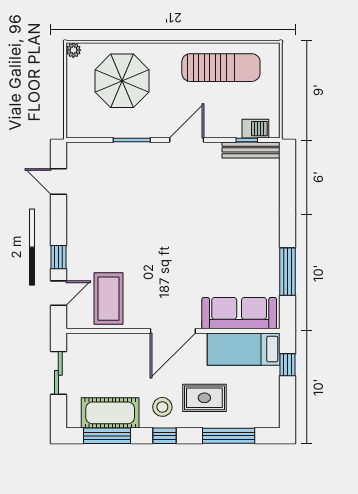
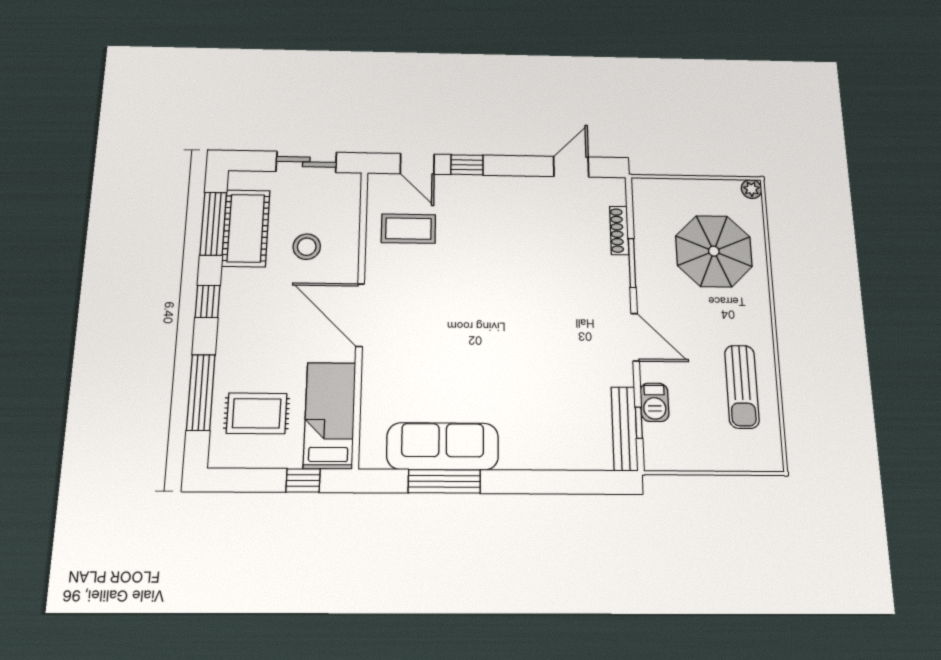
sun lounger: (221, 68) -> (742, 387), width x0.73, depth x0.75
barbecue: (255, 129) -> (654, 402), moved
shoe rack: (107, 148) -> (619, 231), added
coffee table: (108, 299) -> (408, 229), width x0.73, depth x0.76
sofa: (239, 313) -> (443, 446), moved, turned -90
rug: (204, 398) -> (257, 413), moved, turned 90
stool: (162, 407) -> (307, 247), moved

